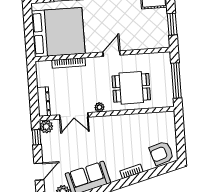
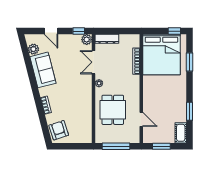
window: (28, 18) -> (174, 31), added
door: (112, 54) -> (141, 119), moved

